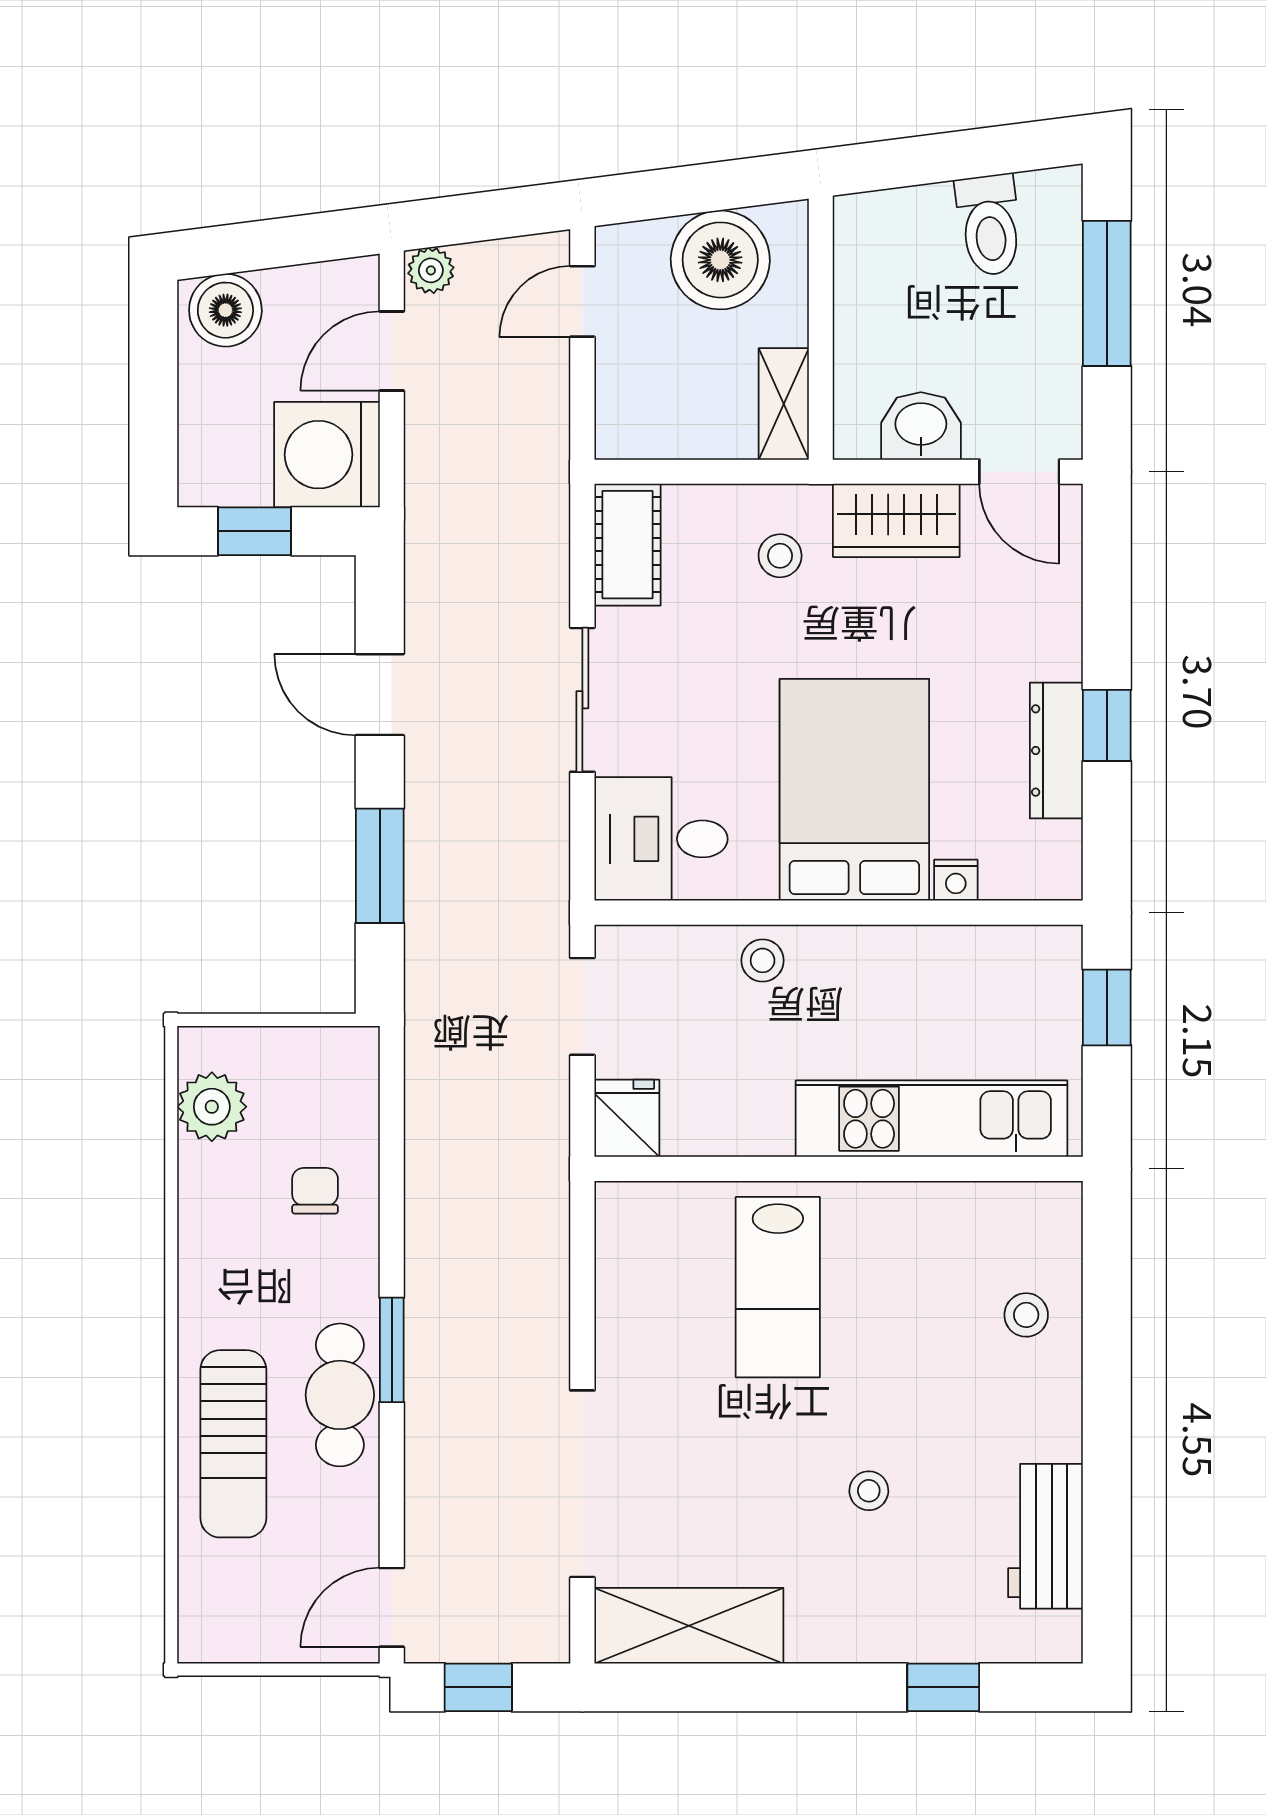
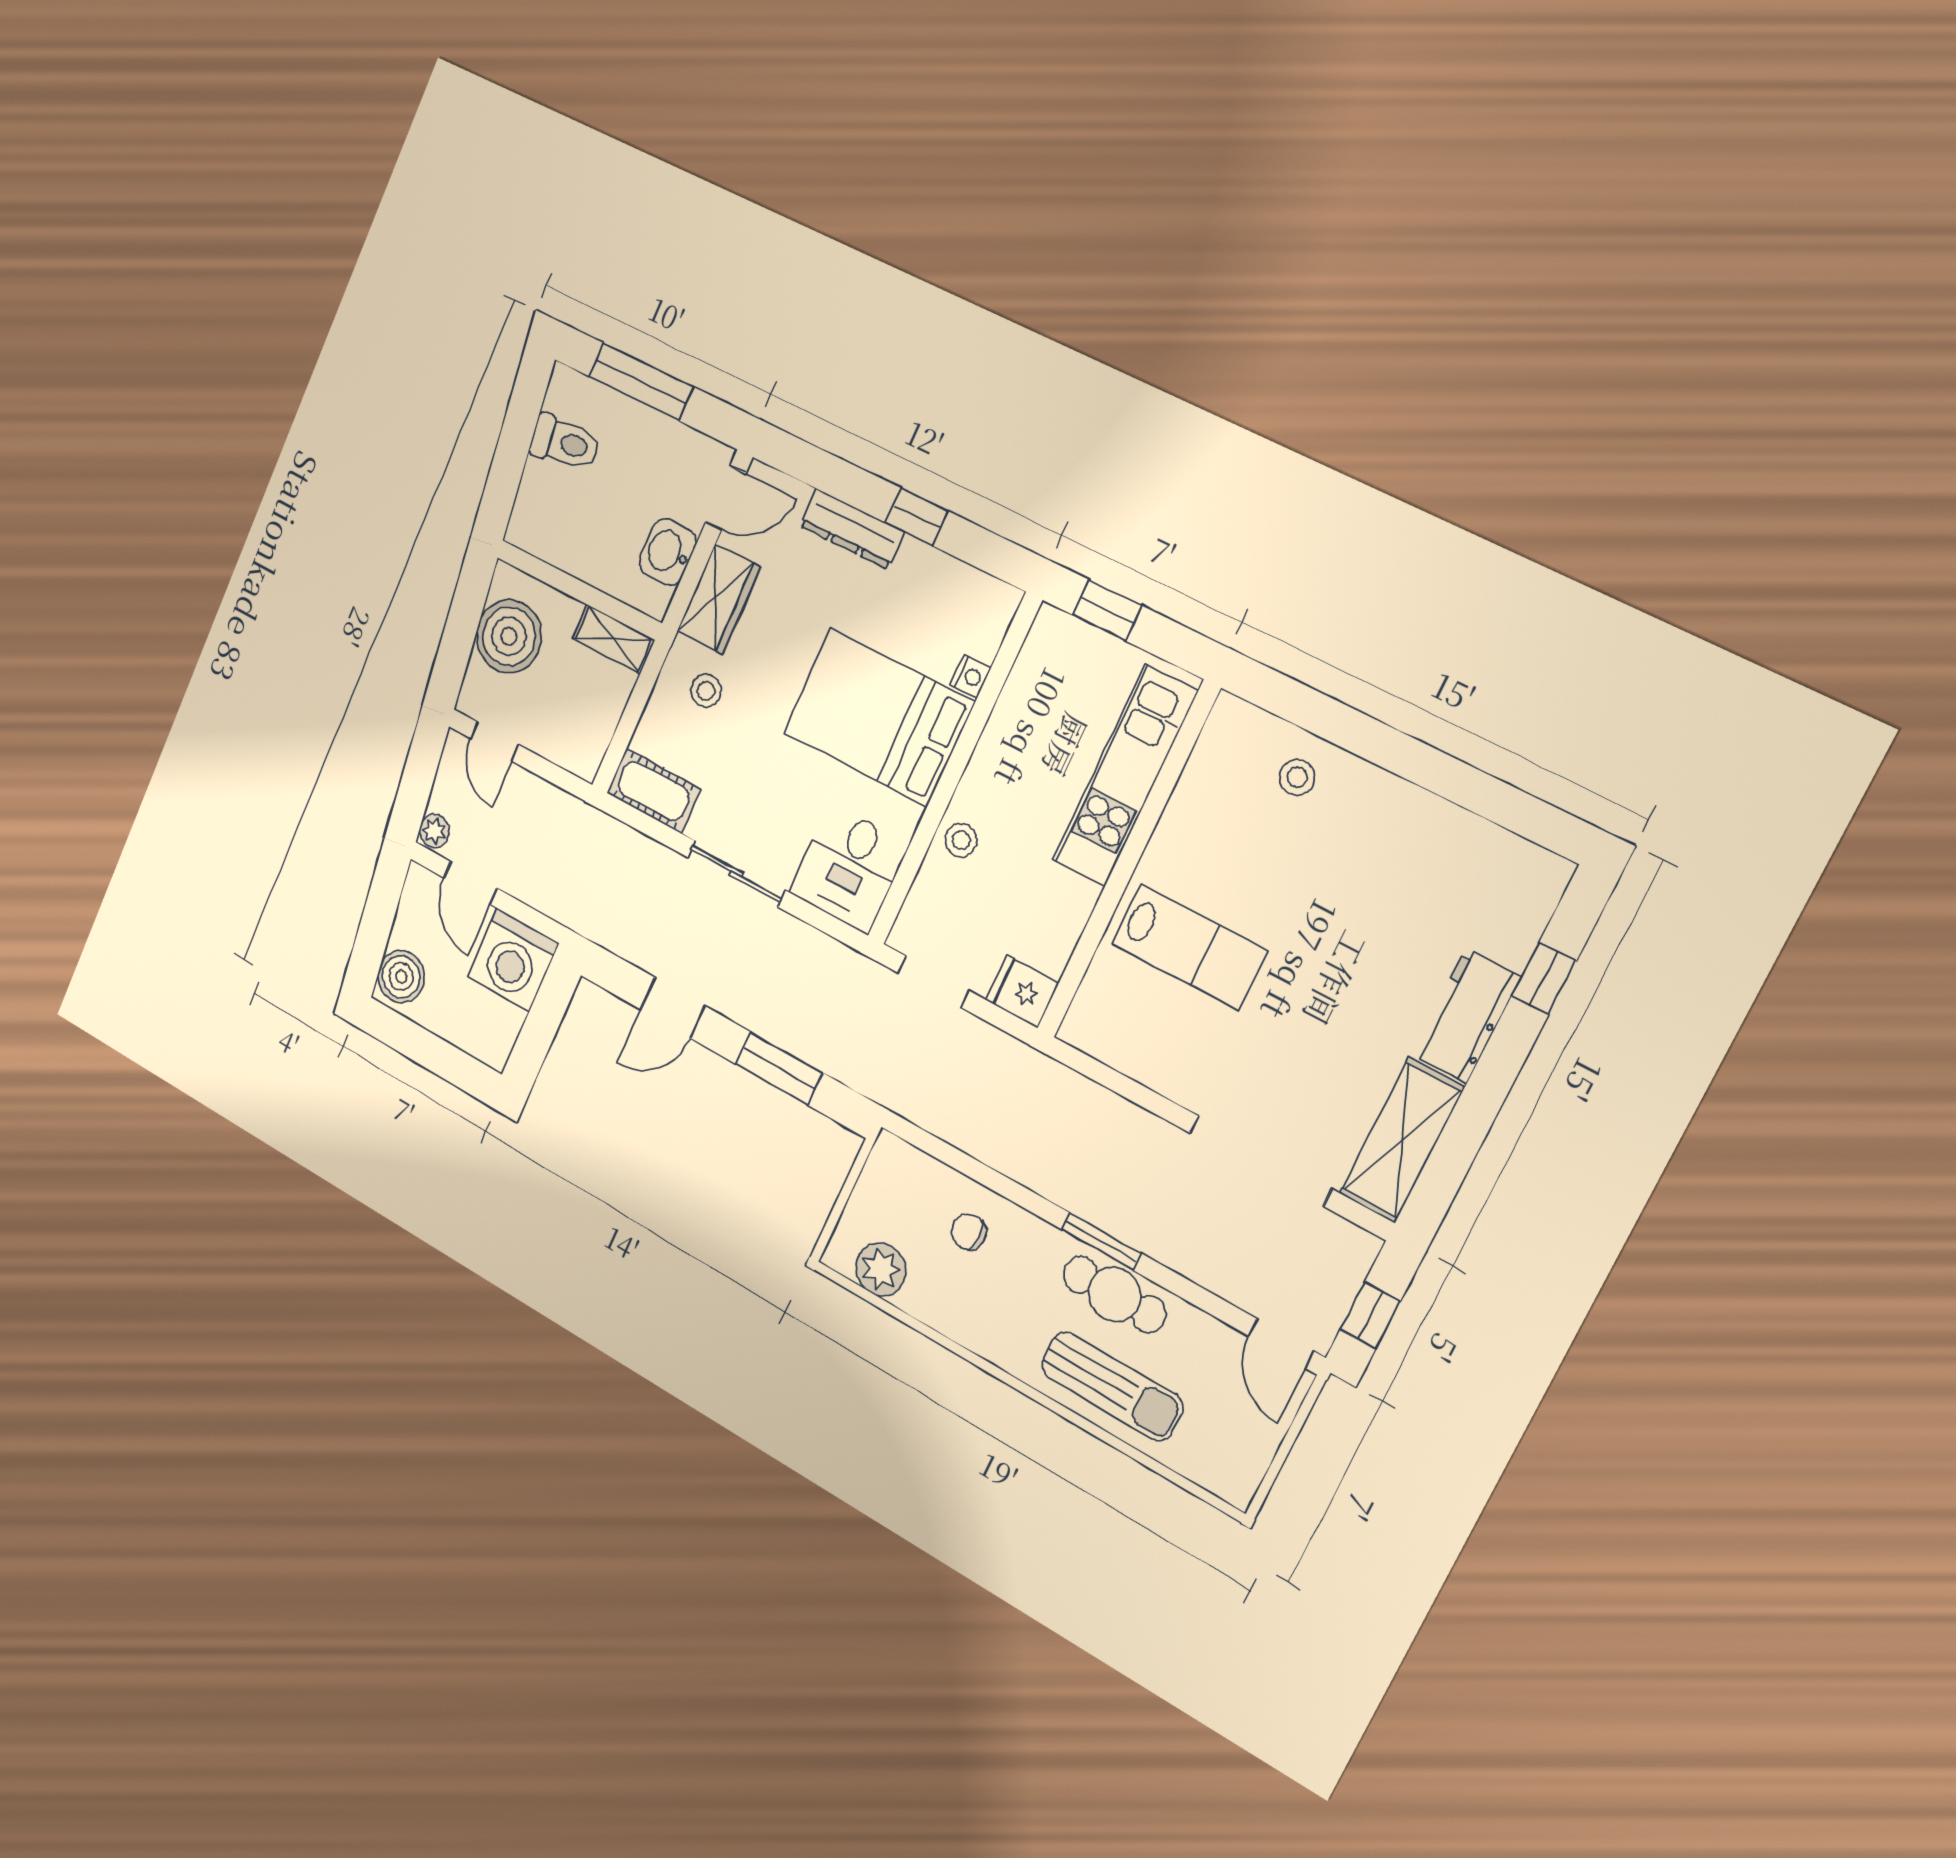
window: (254, 531) -> (538, 1033), removed
dresser: (1056, 750) -> (852, 529), moved
stool: (869, 1491) -> (1368, 958), removed
workbench: (1046, 1536) -> (1466, 1016), moved, turned 90

